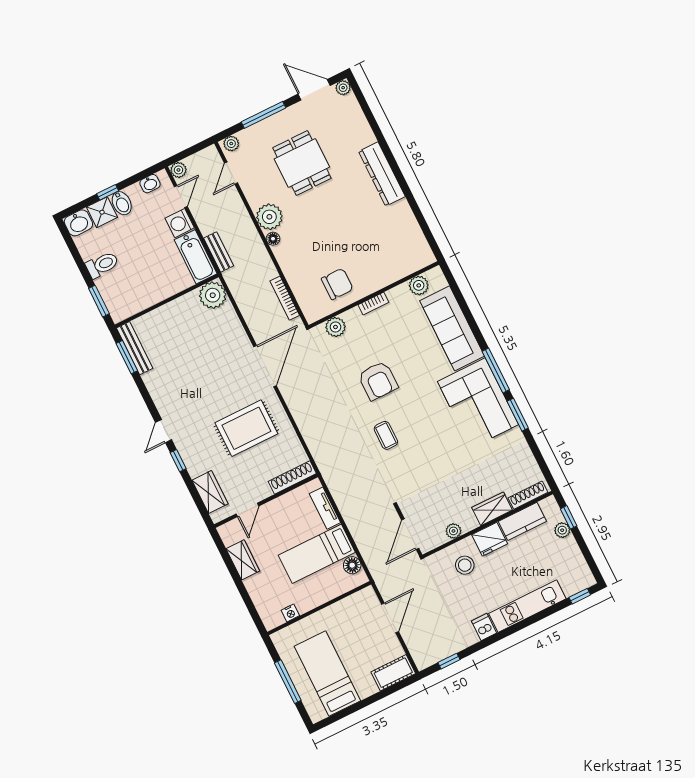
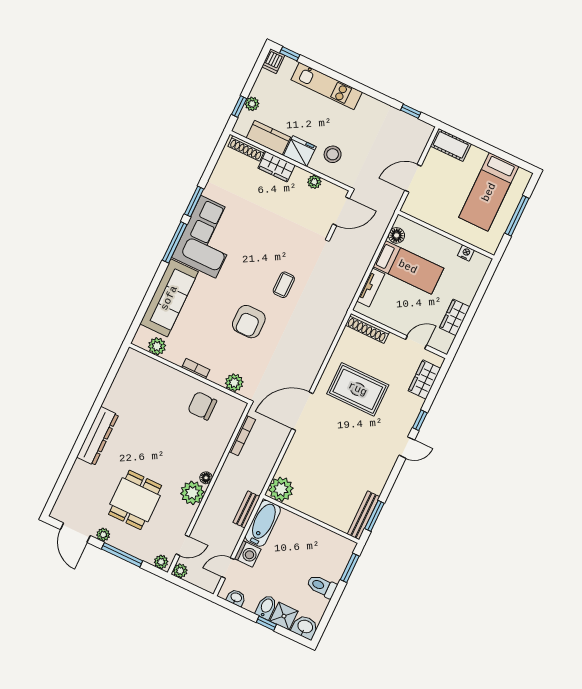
plant: (343, 88) -> (103, 535), moved
plant: (178, 170) -> (180, 571), moved
armchair: (378, 381) -> (249, 322), turned 180
dishwasher: (484, 627) -> (273, 61), moved

